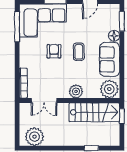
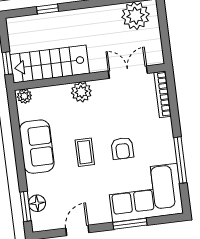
window: (17, 27) -> (180, 160), moved
floor lamp: (114, 36) -> (37, 203), moved
plant: (109, 89) -> (24, 96), width x0.53, depth x0.53

